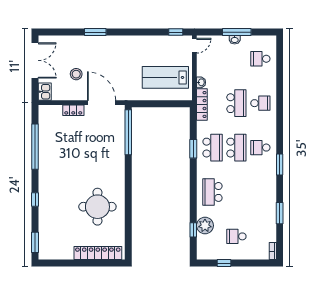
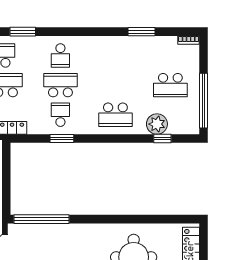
school desk: (212, 148) -> (60, 115), width x0.54
window: (280, 165) -> (23, 32), moved
school desk: (236, 236) -> (170, 85), width x1.85
window: (224, 263) -> (203, 101), width x3.17

